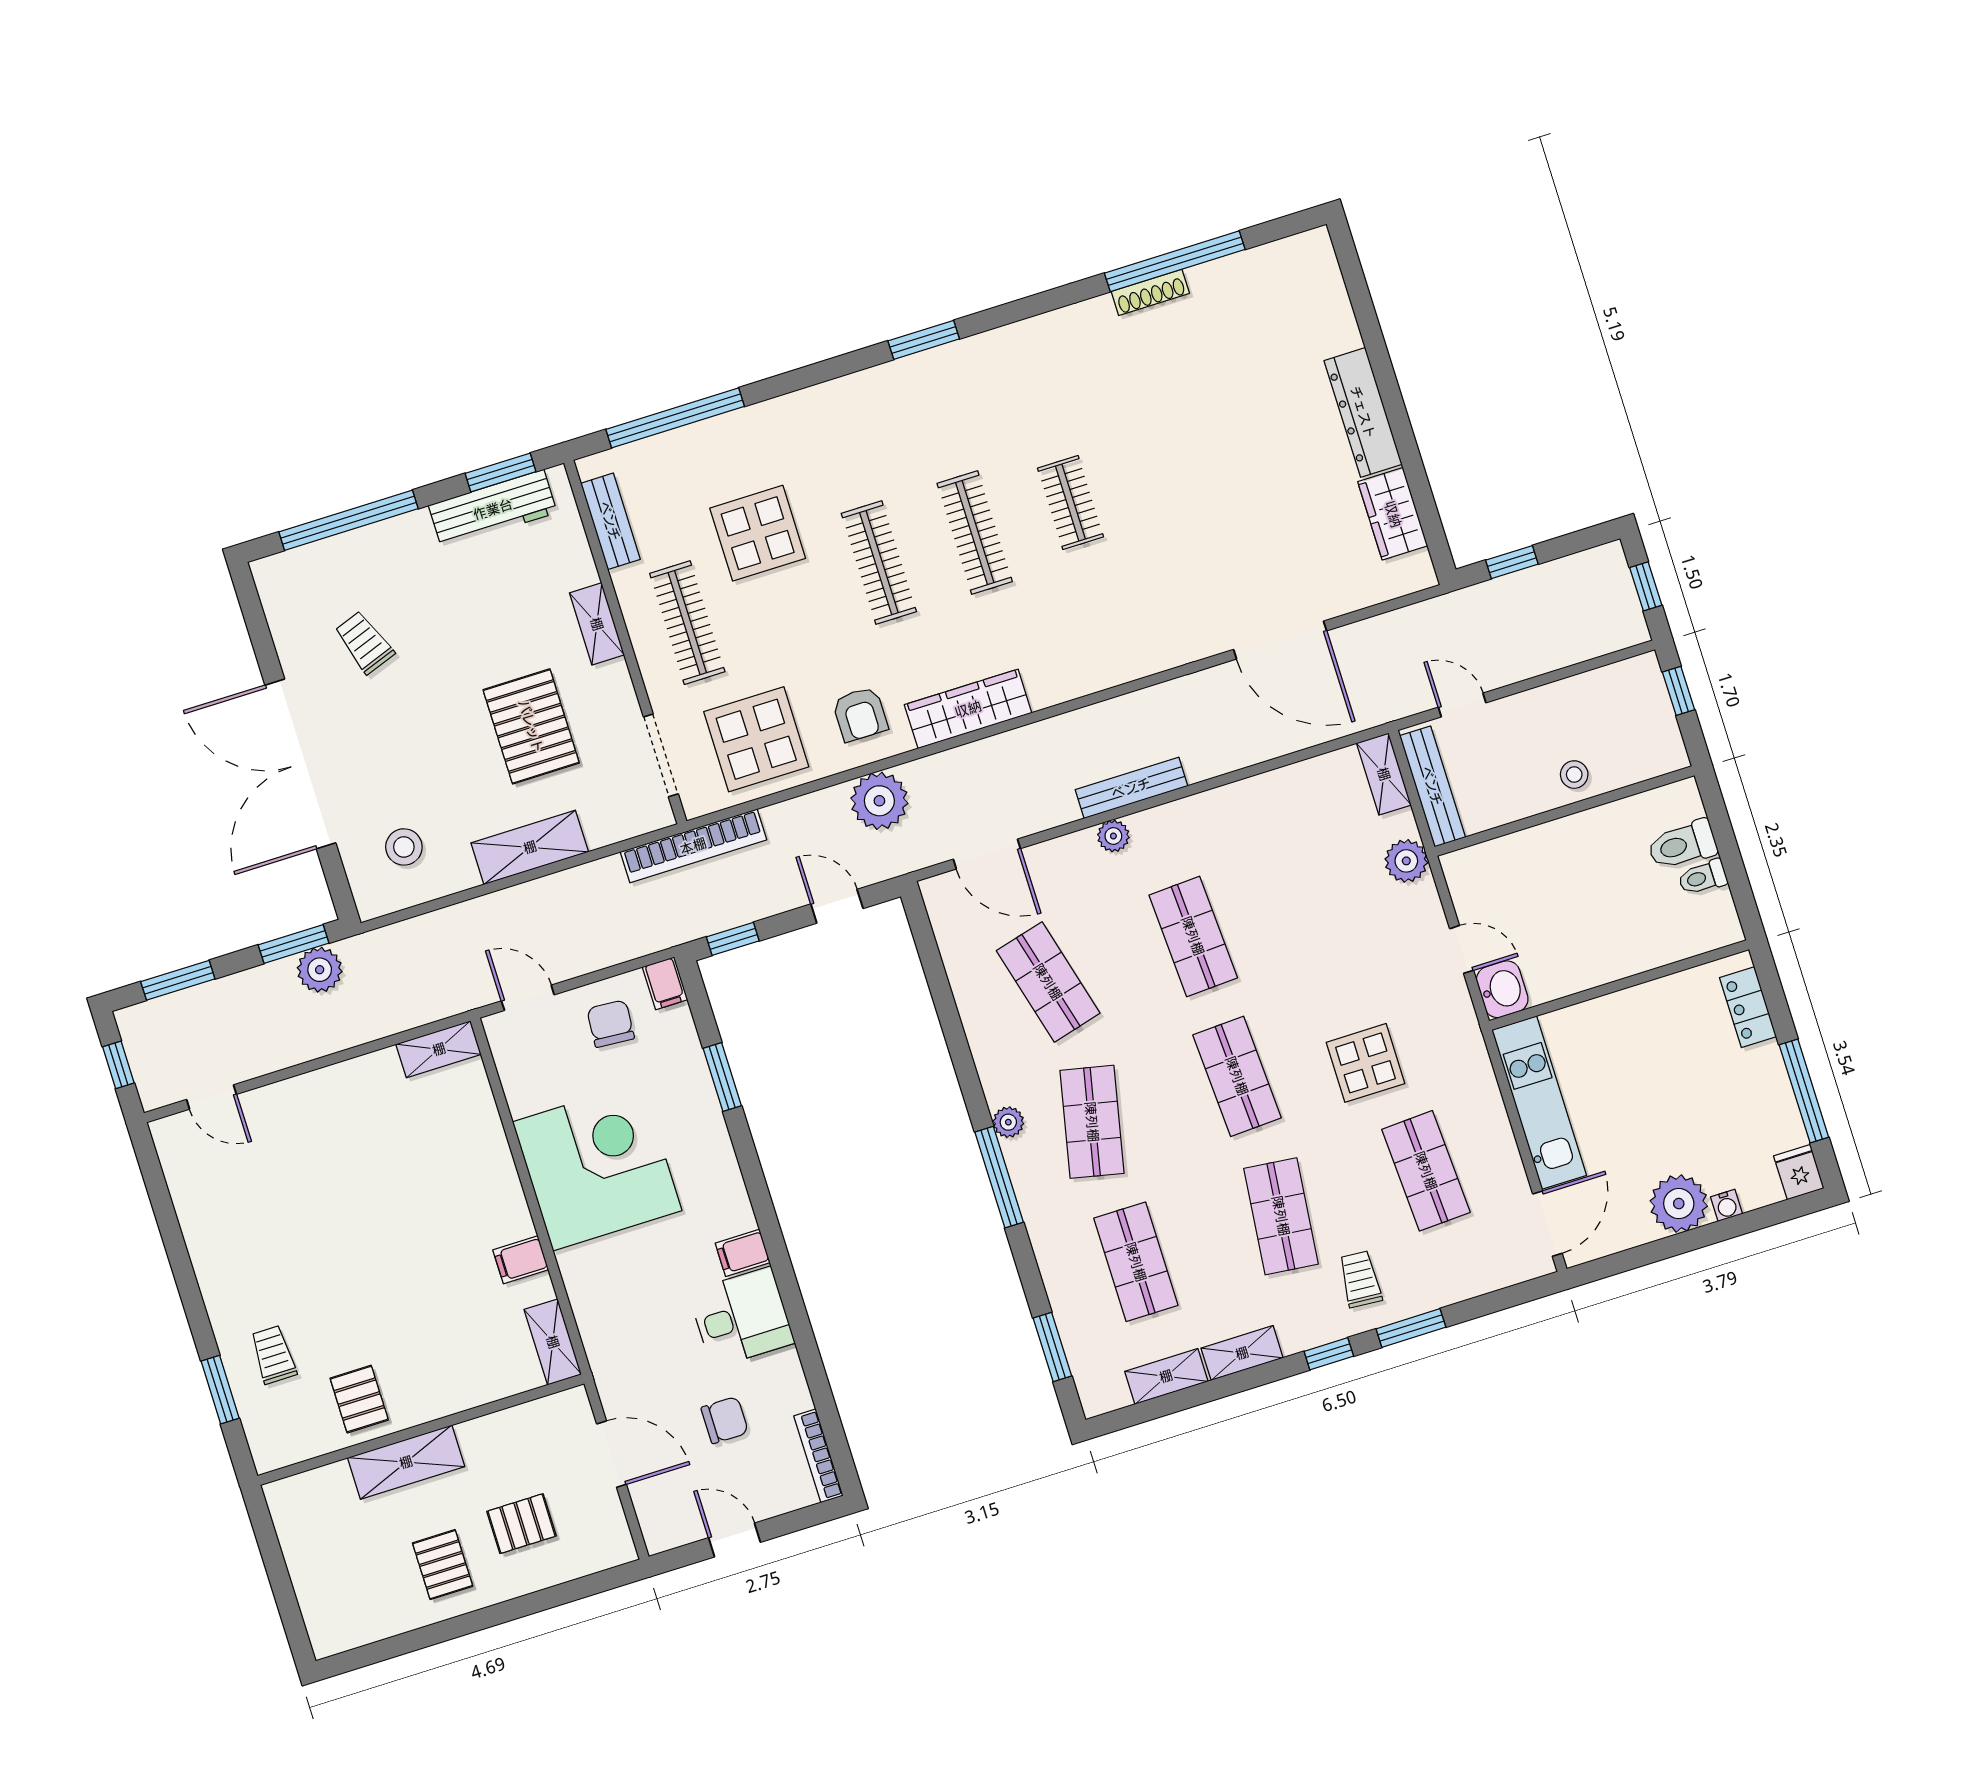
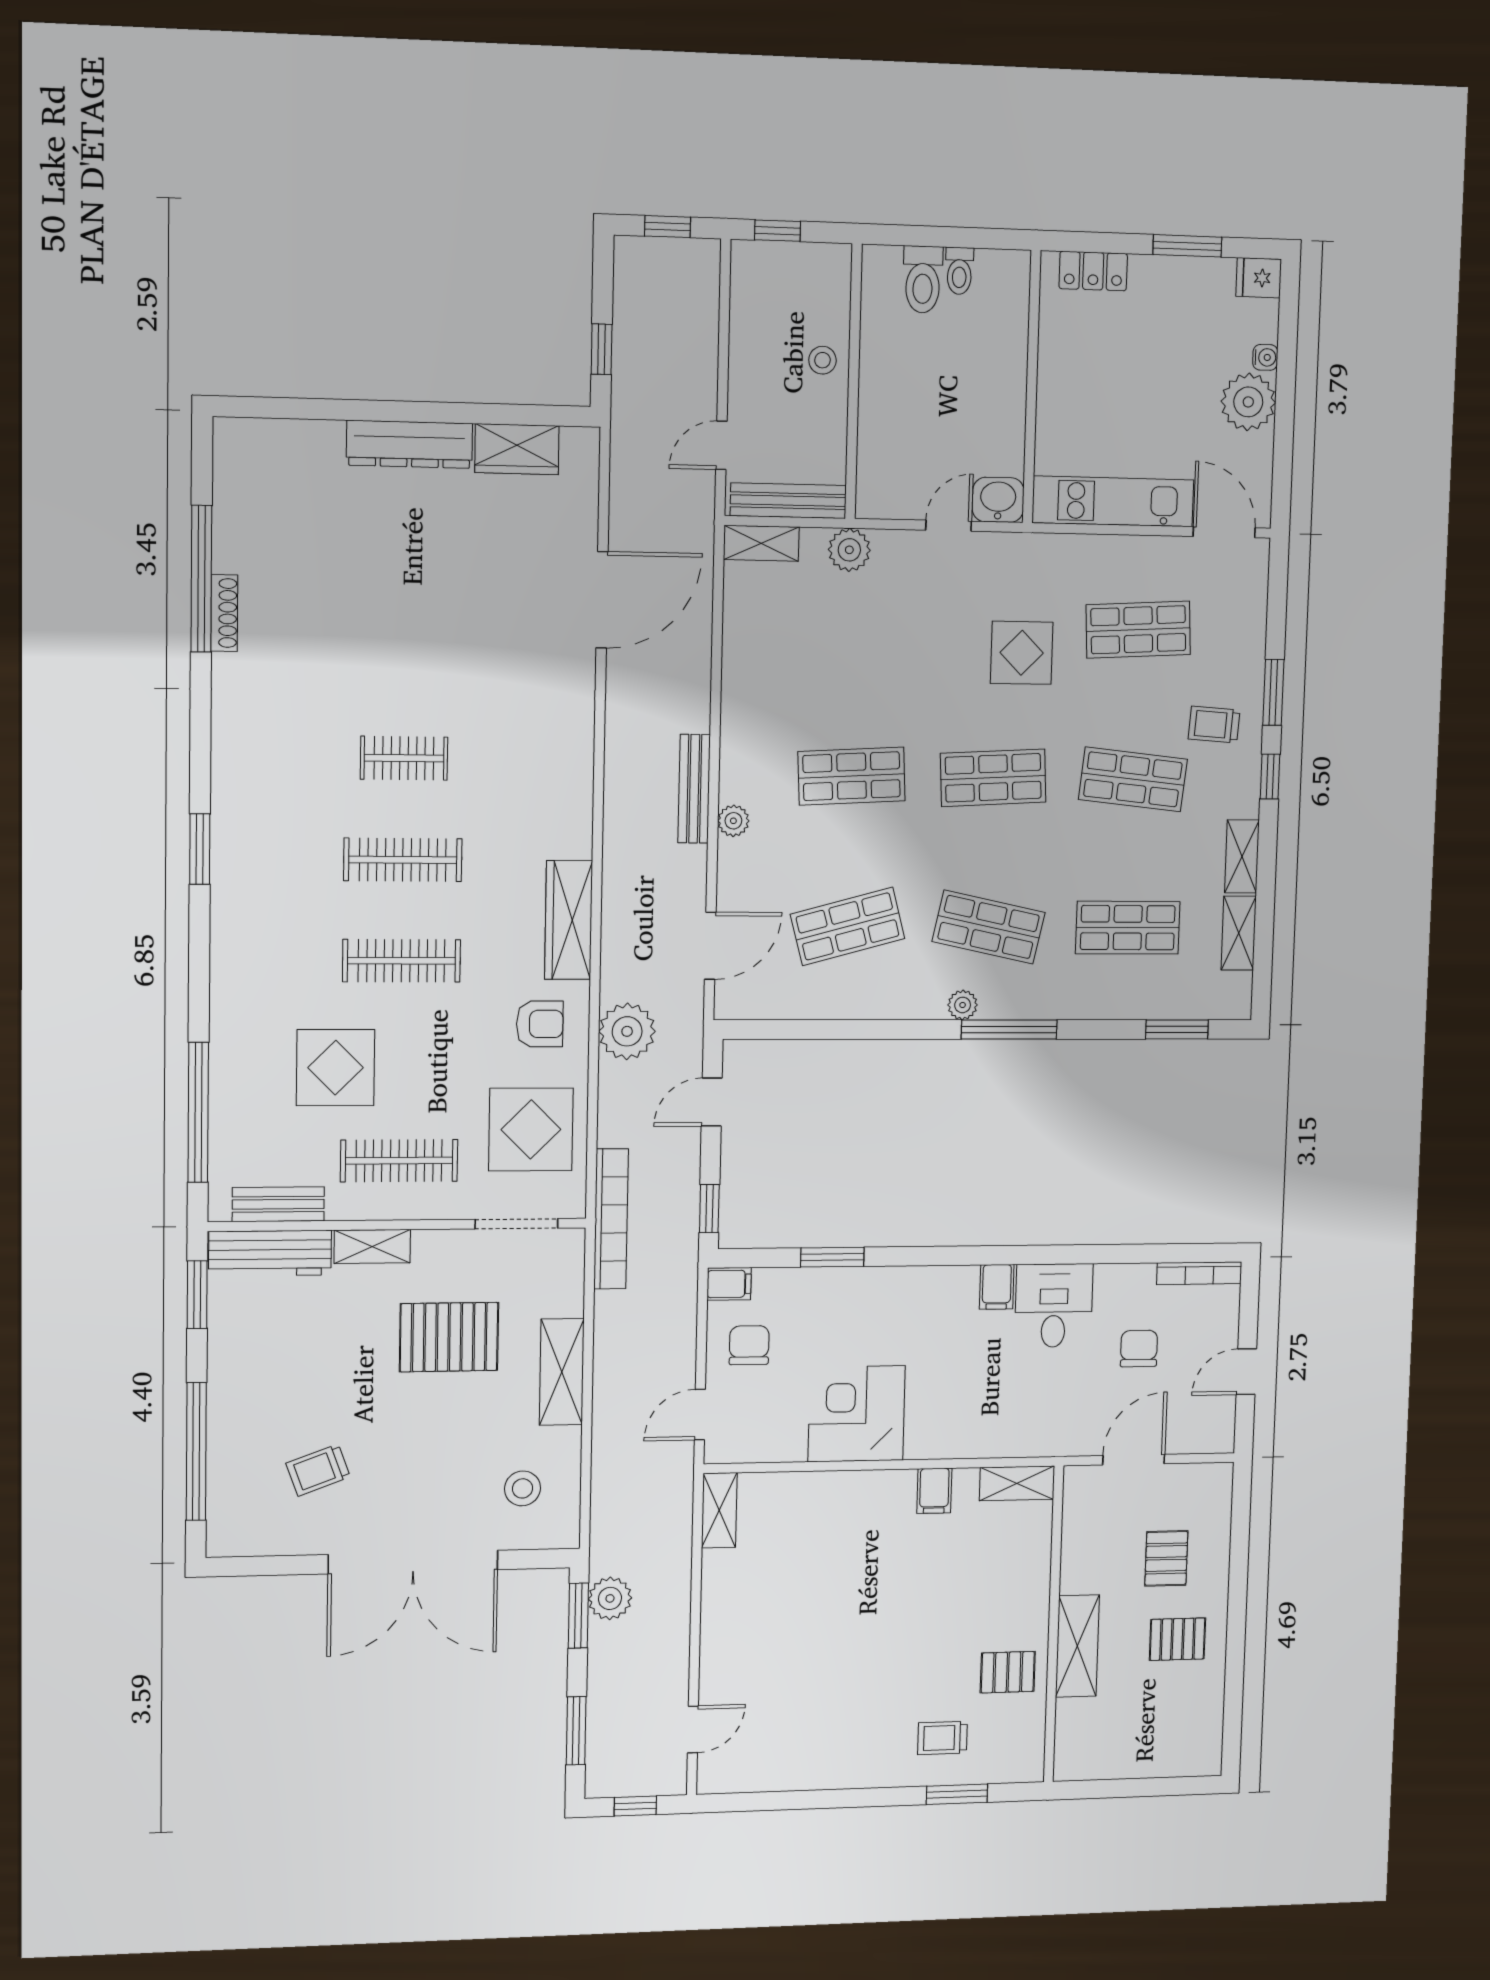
workbench: (493, 509) -> (270, 1253), moved, turned 90
chair: (611, 1024) -> (749, 1345), turned 86
window: (1804, 1091) -> (1187, 246), width x0.69
corner desk: (597, 1166) -> (857, 1414), width x0.74, depth x0.74

